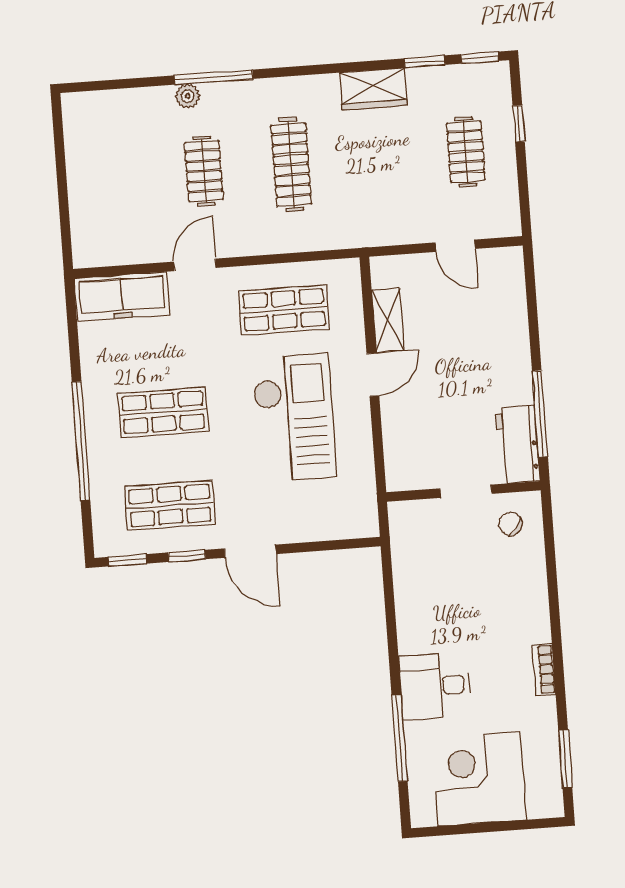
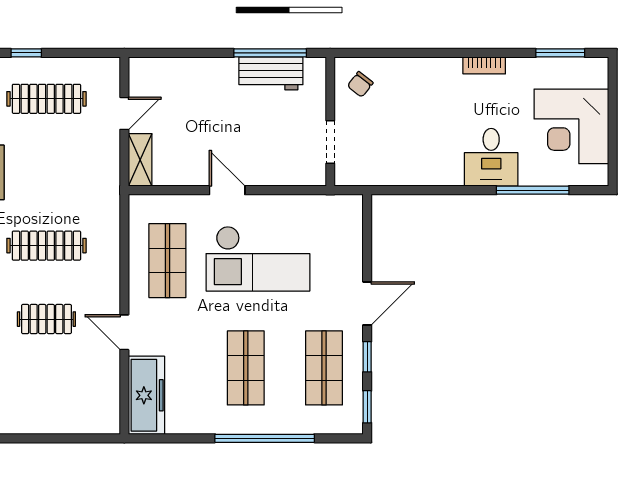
clothes rail: (466, 152) -> (46, 99), width x1.36
shelving: (388, 320) -> (140, 160), moved, turned 90
checkout: (294, 417) -> (258, 259), turned 180
workbench: (518, 444) -> (271, 73), moved
doorway: (466, 491) -> (330, 142), moved

